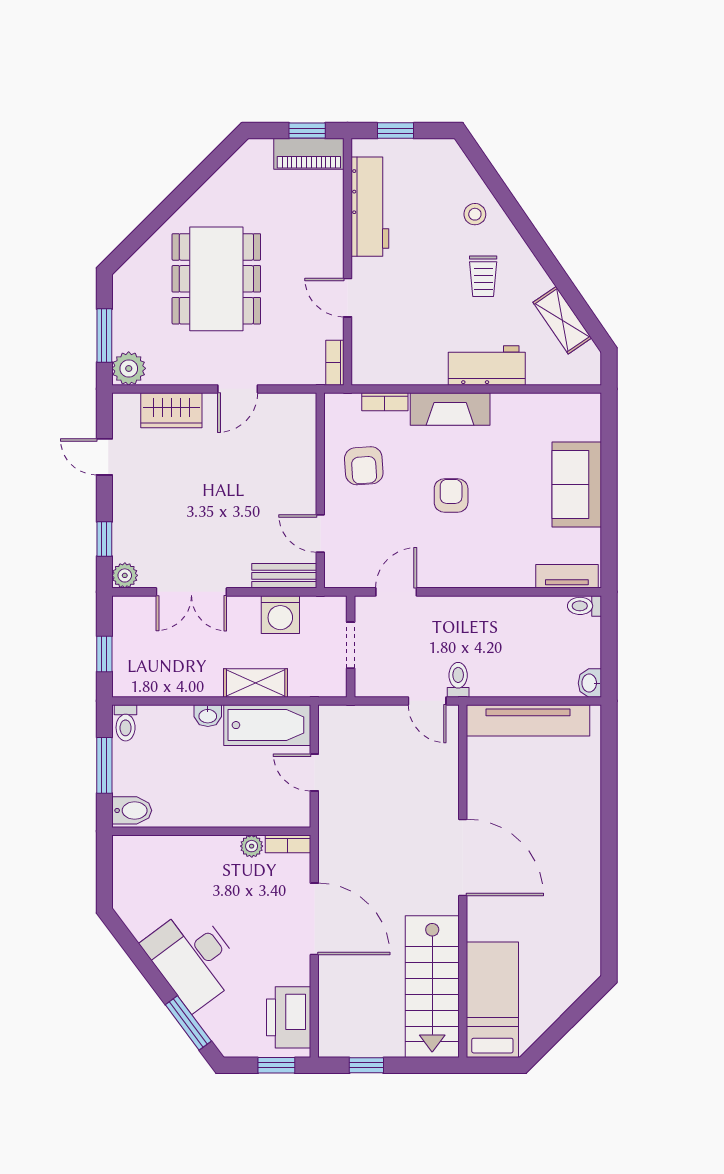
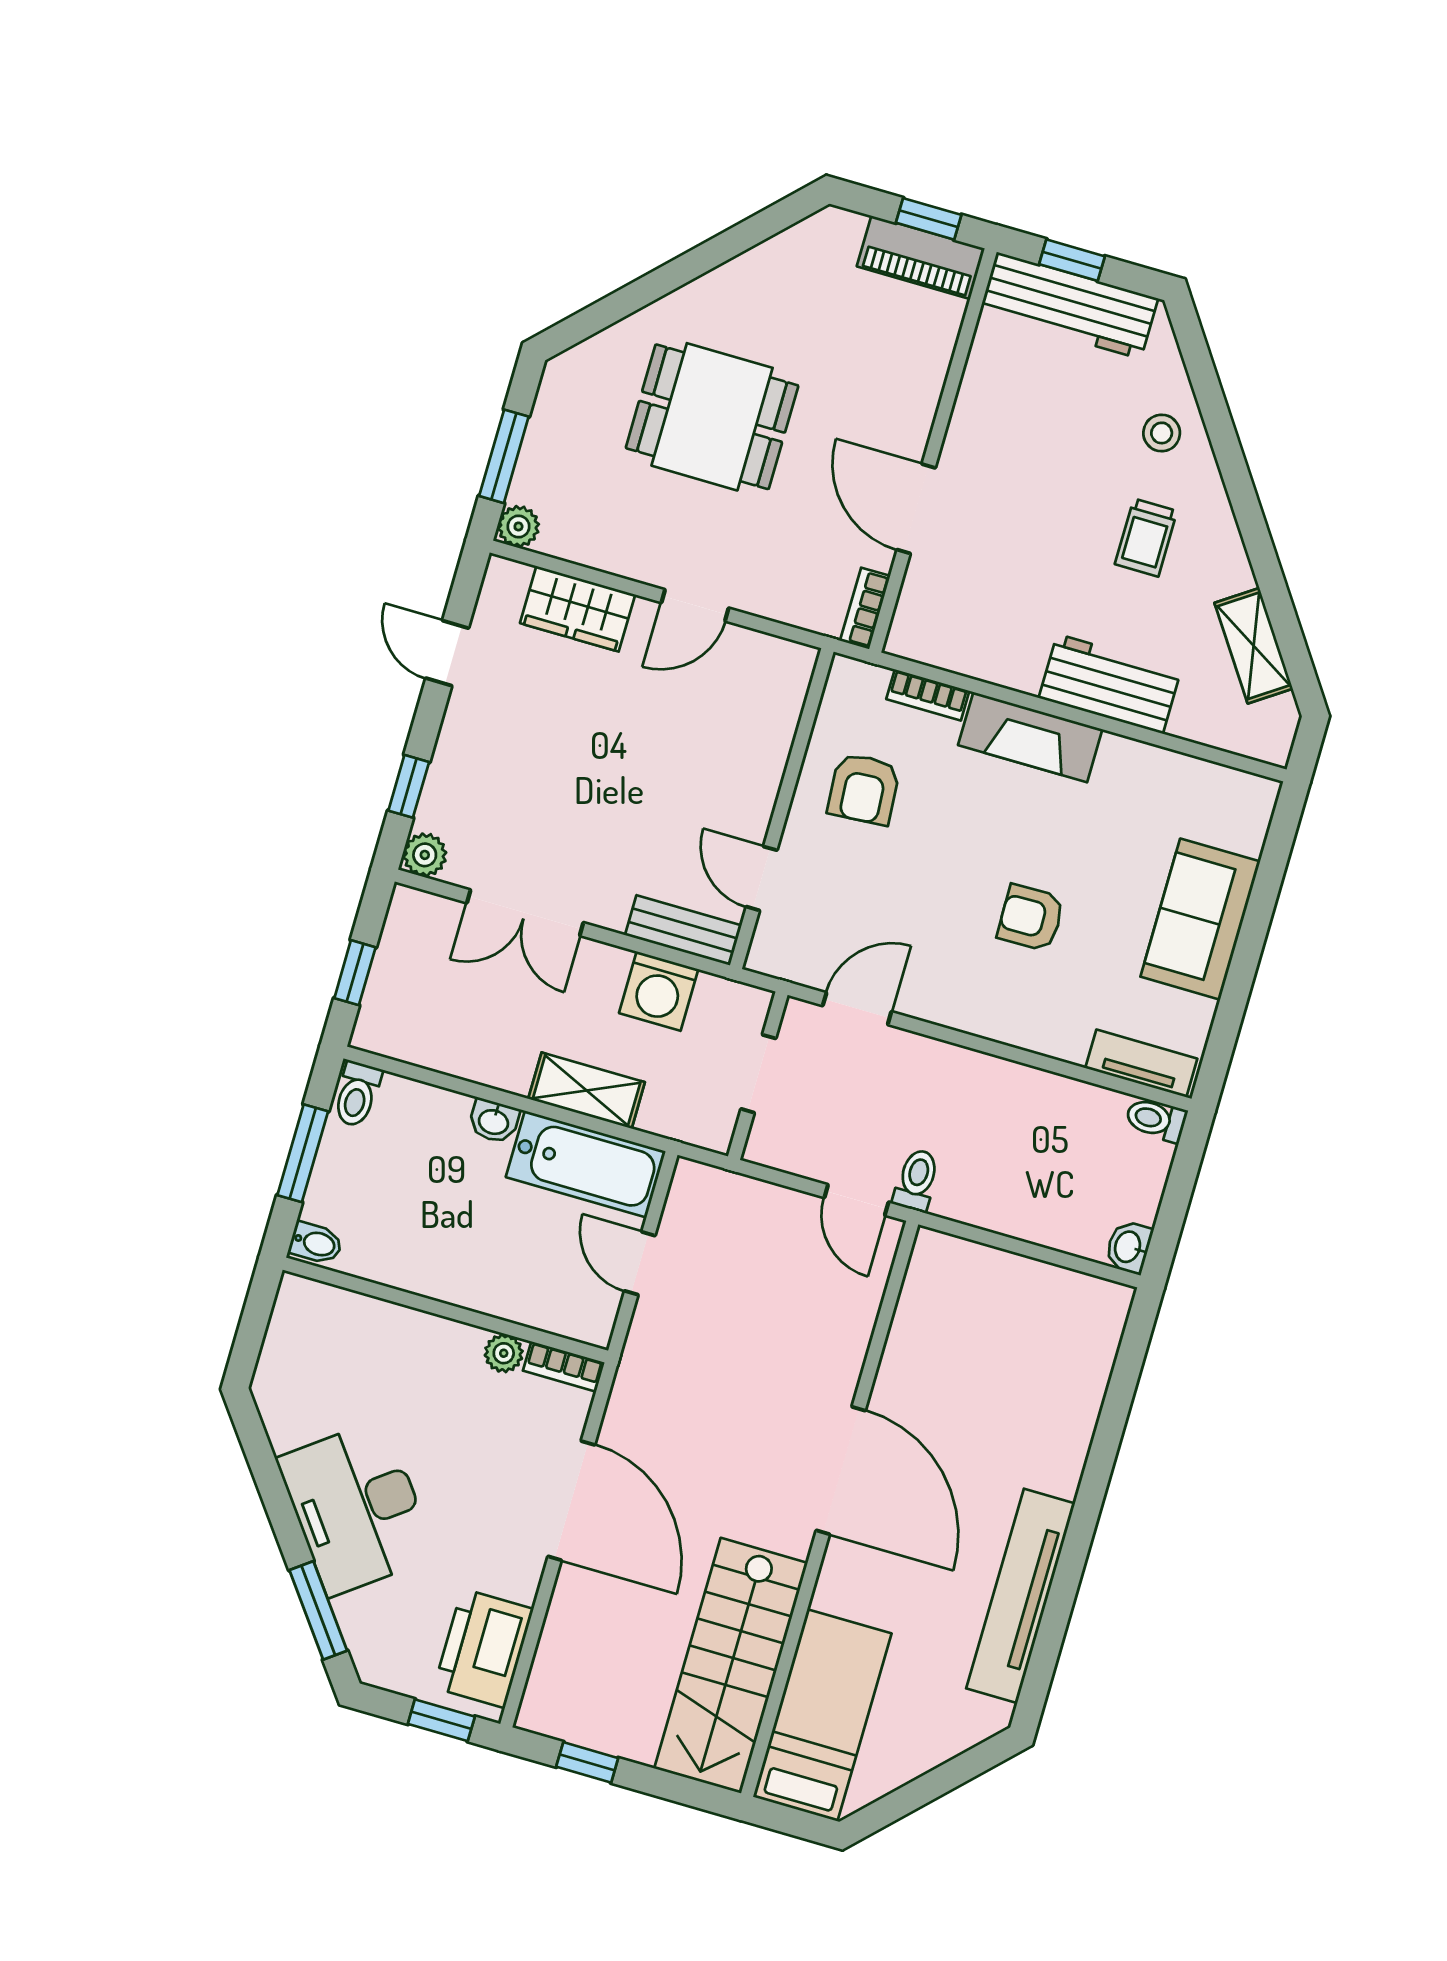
workbench: (370, 207) -> (1069, 305), moved, turned 90
dining table: (216, 279) -> (712, 417), width x0.73
door: (348, 298) -> (916, 509), width x1.38
plant: (129, 368) -> (518, 526), width x0.73, depth x0.73
armchair: (451, 495) -> (1031, 918), moved, turned -91
tv unit: (528, 720) -> (1021, 1596), moved, turned 90
bidet: (132, 810) -> (316, 1243), width x0.72, depth x0.74

